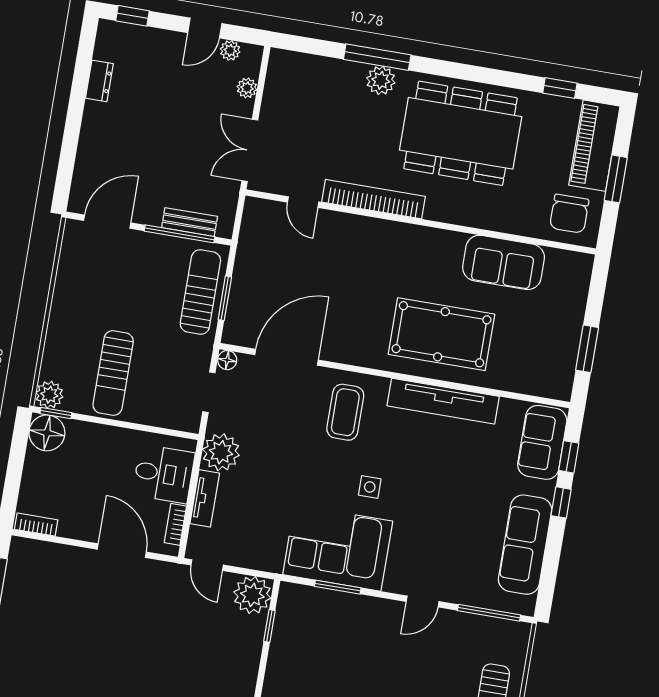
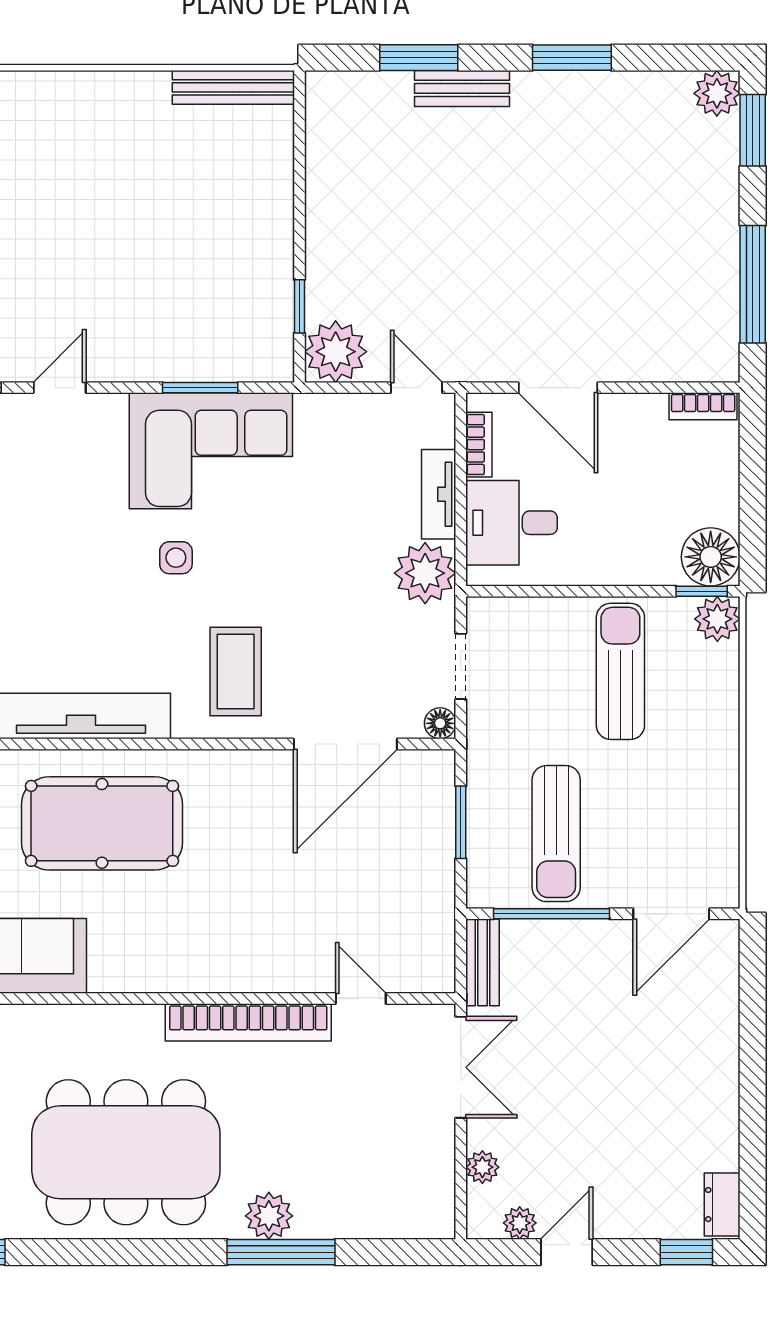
dresser: (99, 81) -> (722, 1205), moved
bench: (190, 222) -> (483, 962), moved, turned 90
sun lounger: (200, 292) -> (556, 834), moved

